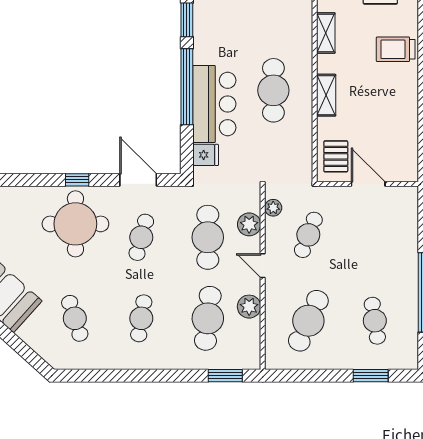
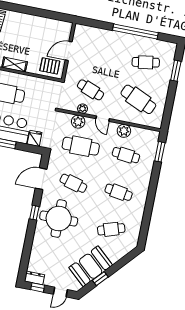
plant: (273, 208) -> (83, 109), moved
door: (263, 266) -> (103, 119), hinge flipped
cafe table: (208, 318) -> (126, 155), width x0.73, depth x0.74

